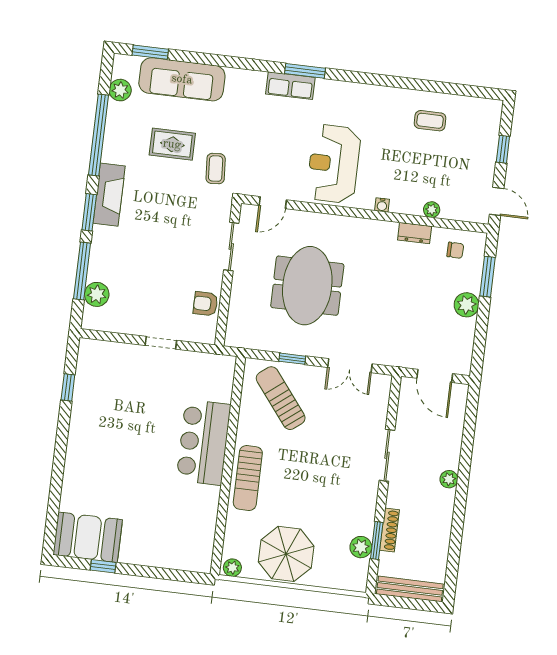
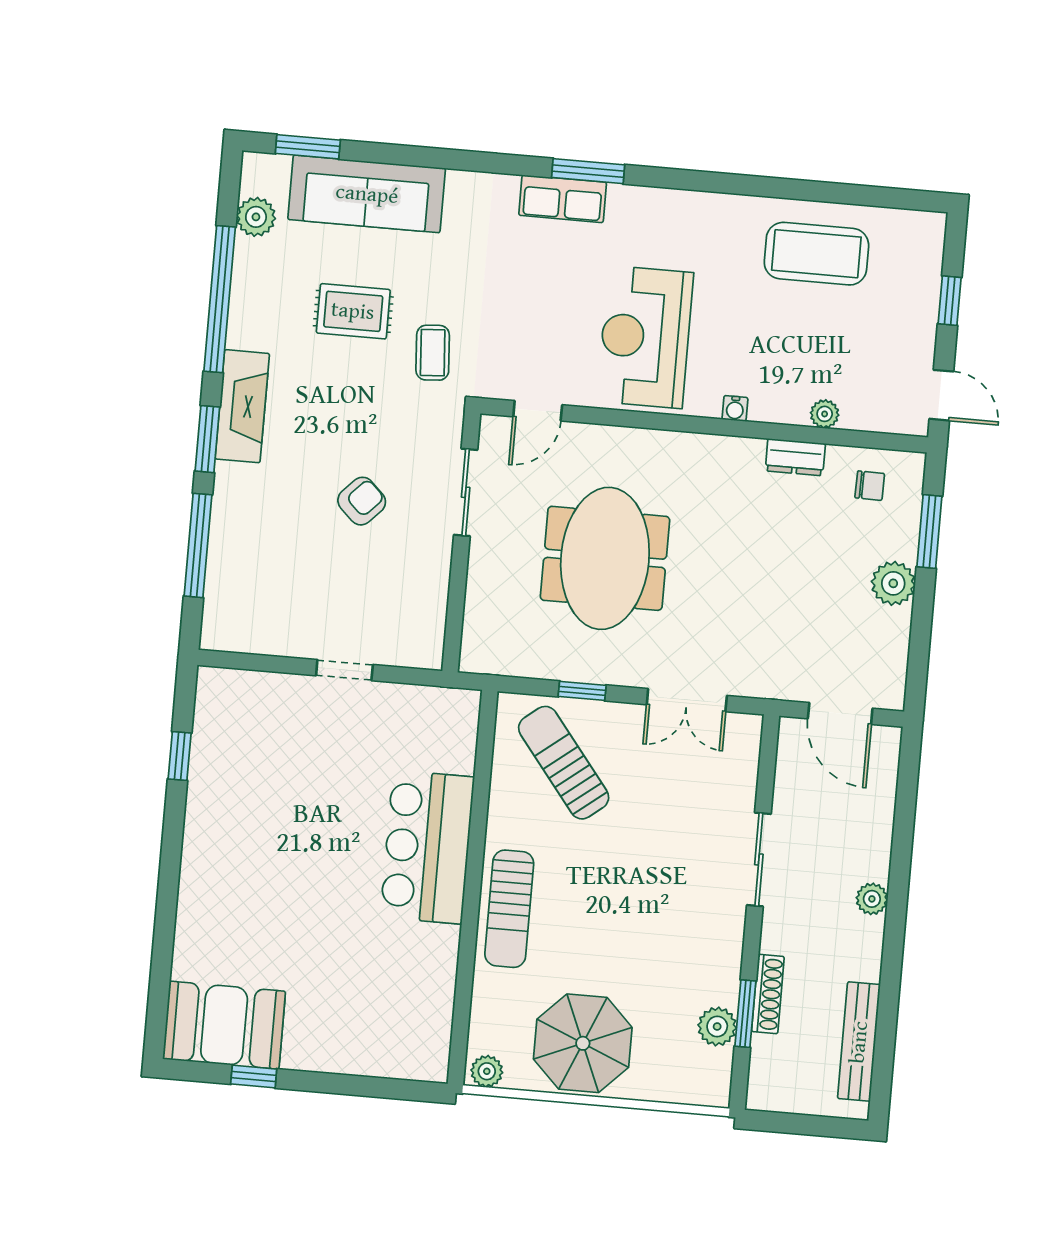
coffee table: (430, 121) -> (816, 254), width x1.86, depth x1.72
plant: (97, 294) -> (226, 587), removed
armchair: (205, 304) -> (362, 501), moved, turned 134
bench: (410, 589) -> (859, 1042), moved, turned 90

